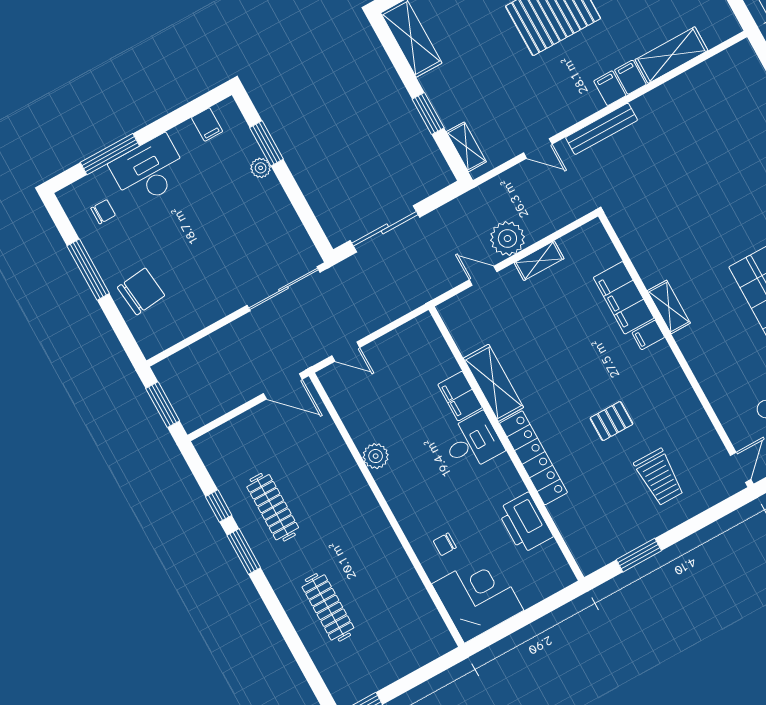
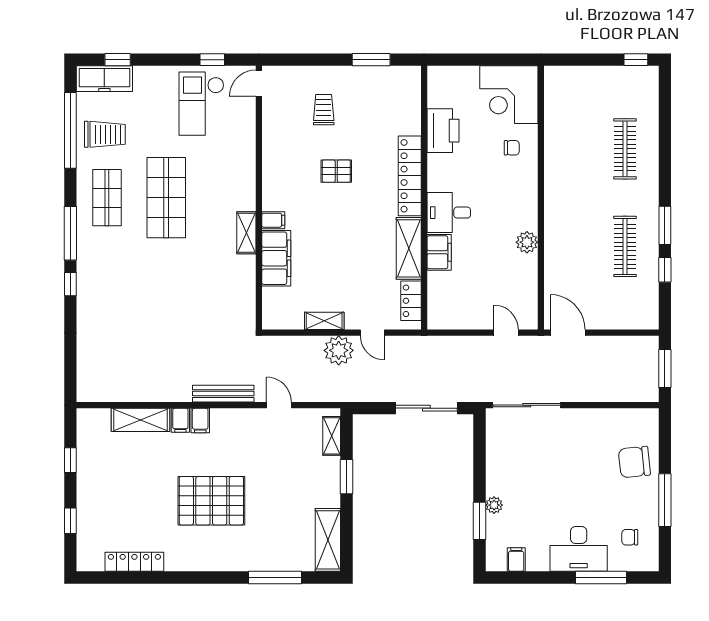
locker: (461, 330) -> (411, 301), added
trolley: (659, 477) -> (324, 110), width x0.73, depth x0.72

